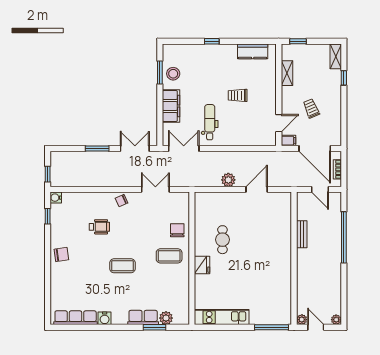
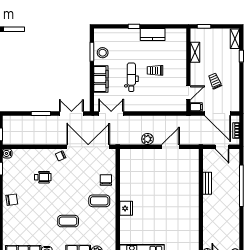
kitchen counter: (253, 51) -> (153, 35), moved
dental chair: (210, 122) -> (131, 77), moved
double door: (155, 189) -> (88, 147), width x1.87
cafe table: (222, 240) -> (143, 188), removed
coffee table: (122, 266) -> (68, 221), moved

